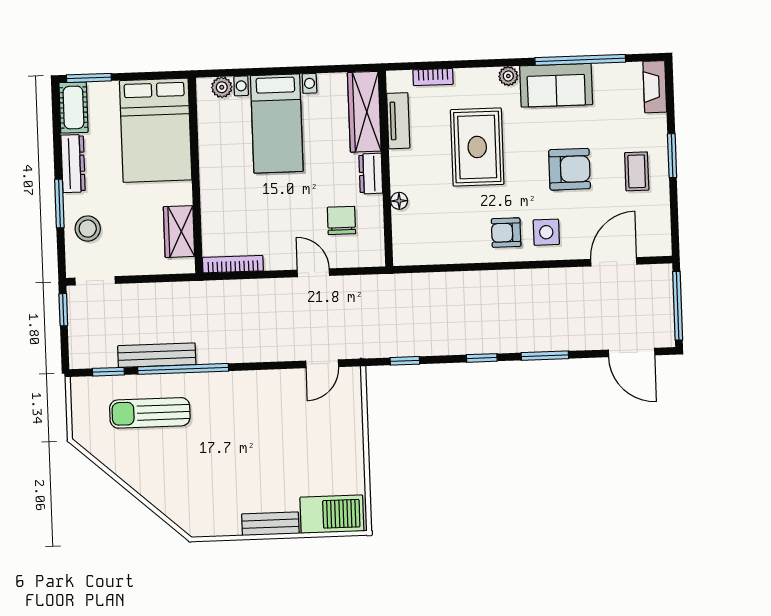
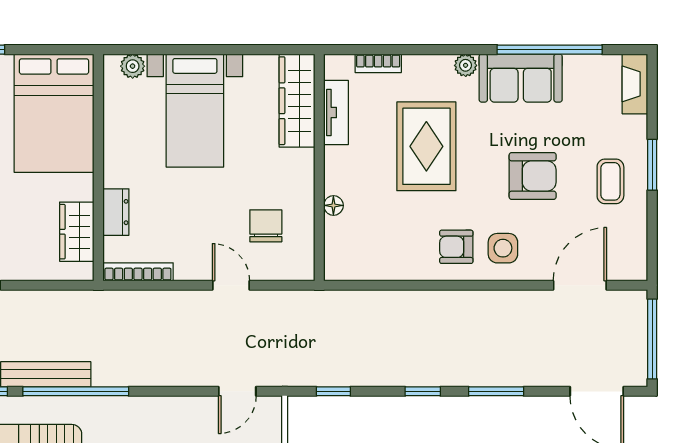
dresser: (371, 174) -> (116, 212), moved, turned 180

